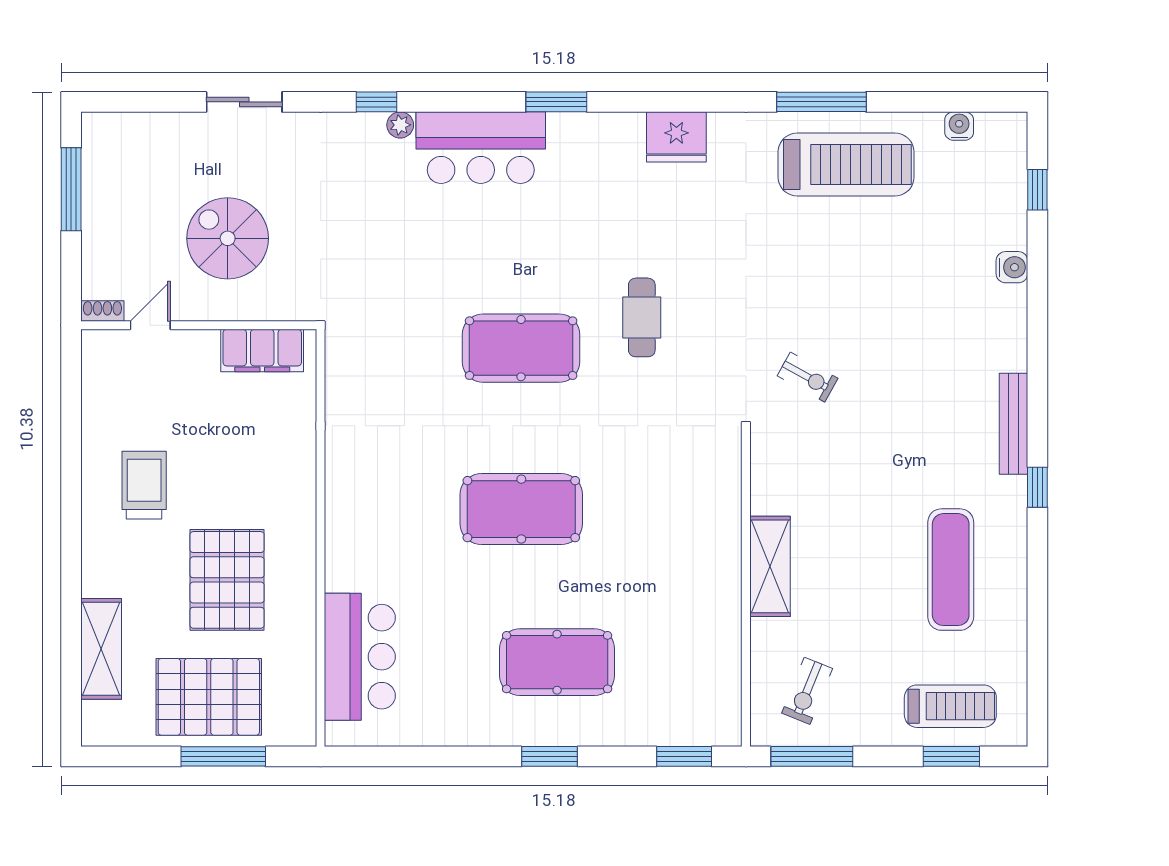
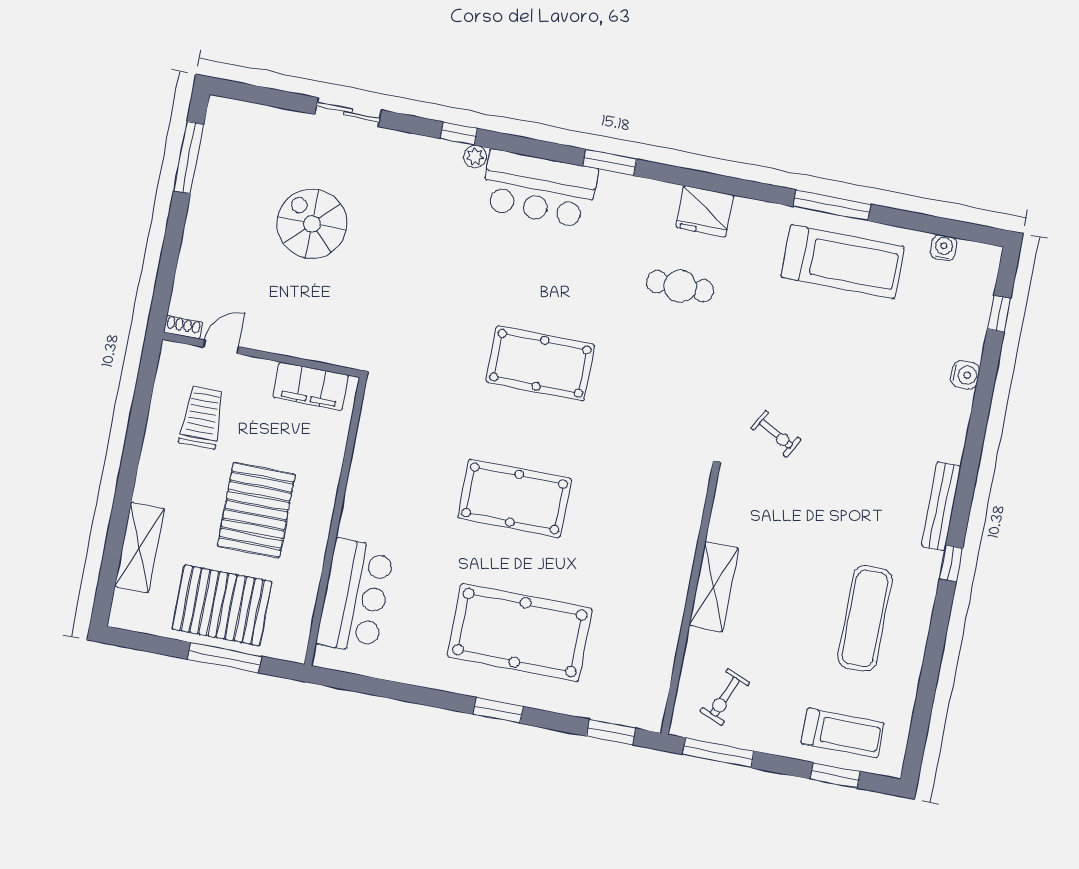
shoe rack: (102, 311) -> (183, 327), moved
cafe table: (642, 317) -> (680, 286), moved, turned 90
door: (150, 325) -> (221, 347), moved
wall: (199, 325) -> (262, 355), moved
filing cabinet: (262, 351) -> (311, 386), moved
pool table: (557, 662) -> (520, 632), width x1.36, depth x1.32

